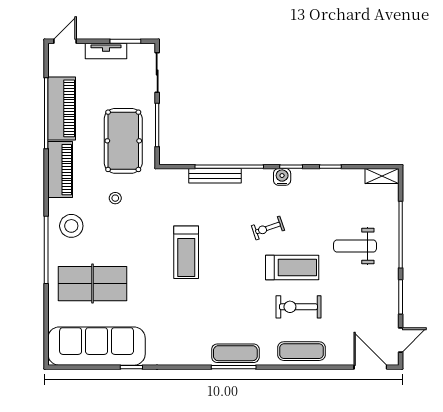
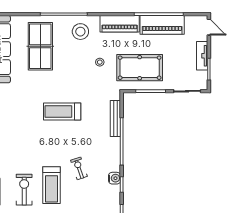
bench: (215, 176) -> (115, 118), moved

